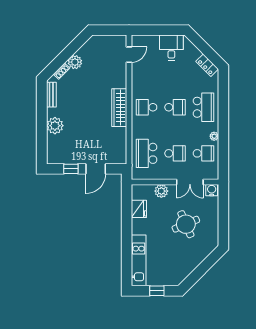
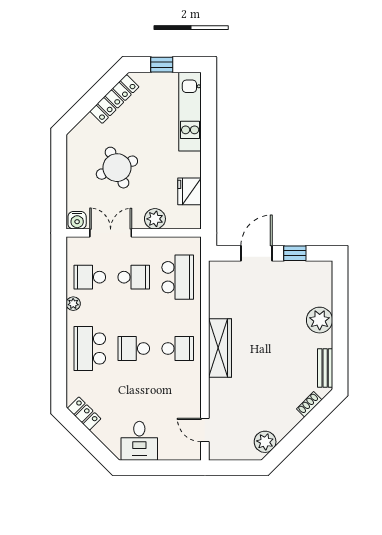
door: (129, 55) -> (205, 430), hinge flipped
plant: (75, 62) -> (265, 442), moved
school desk: (175, 153) -> (134, 277), turned 180
locker: (188, 269) -> (114, 99), added

